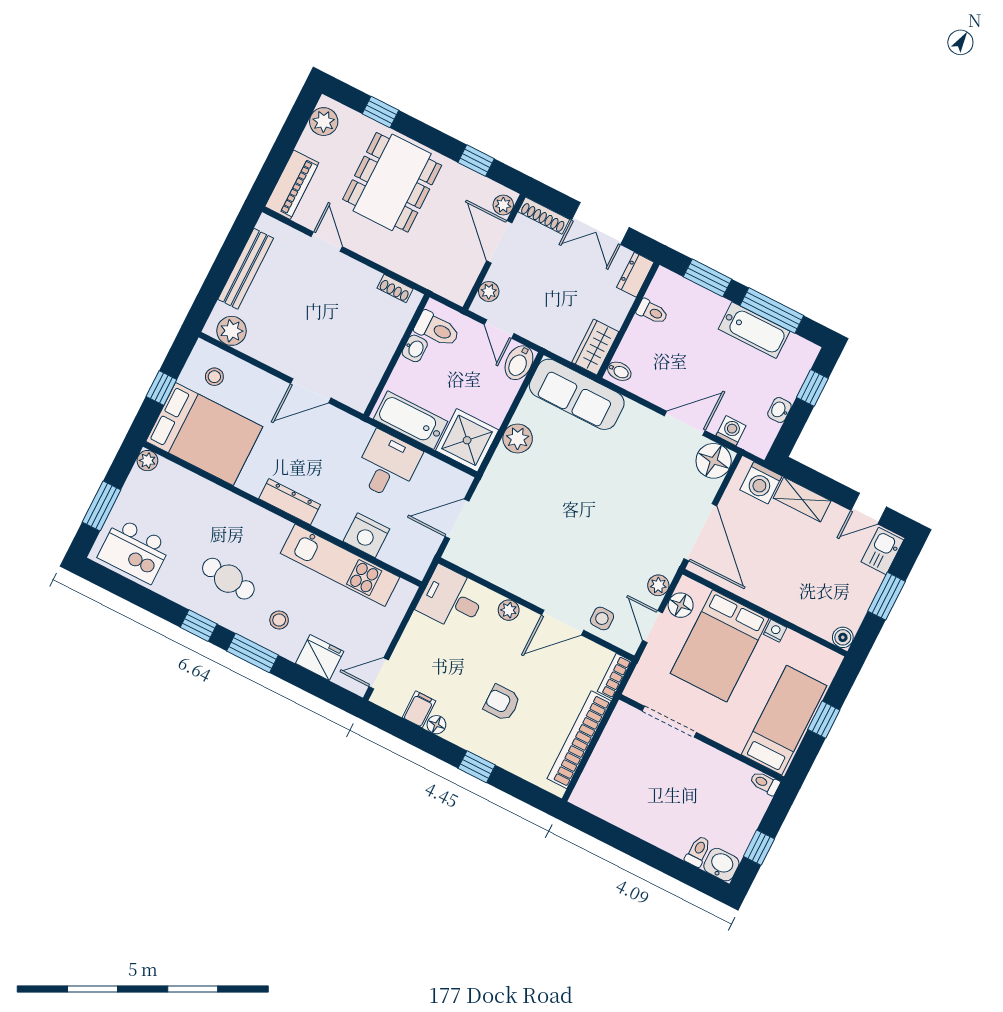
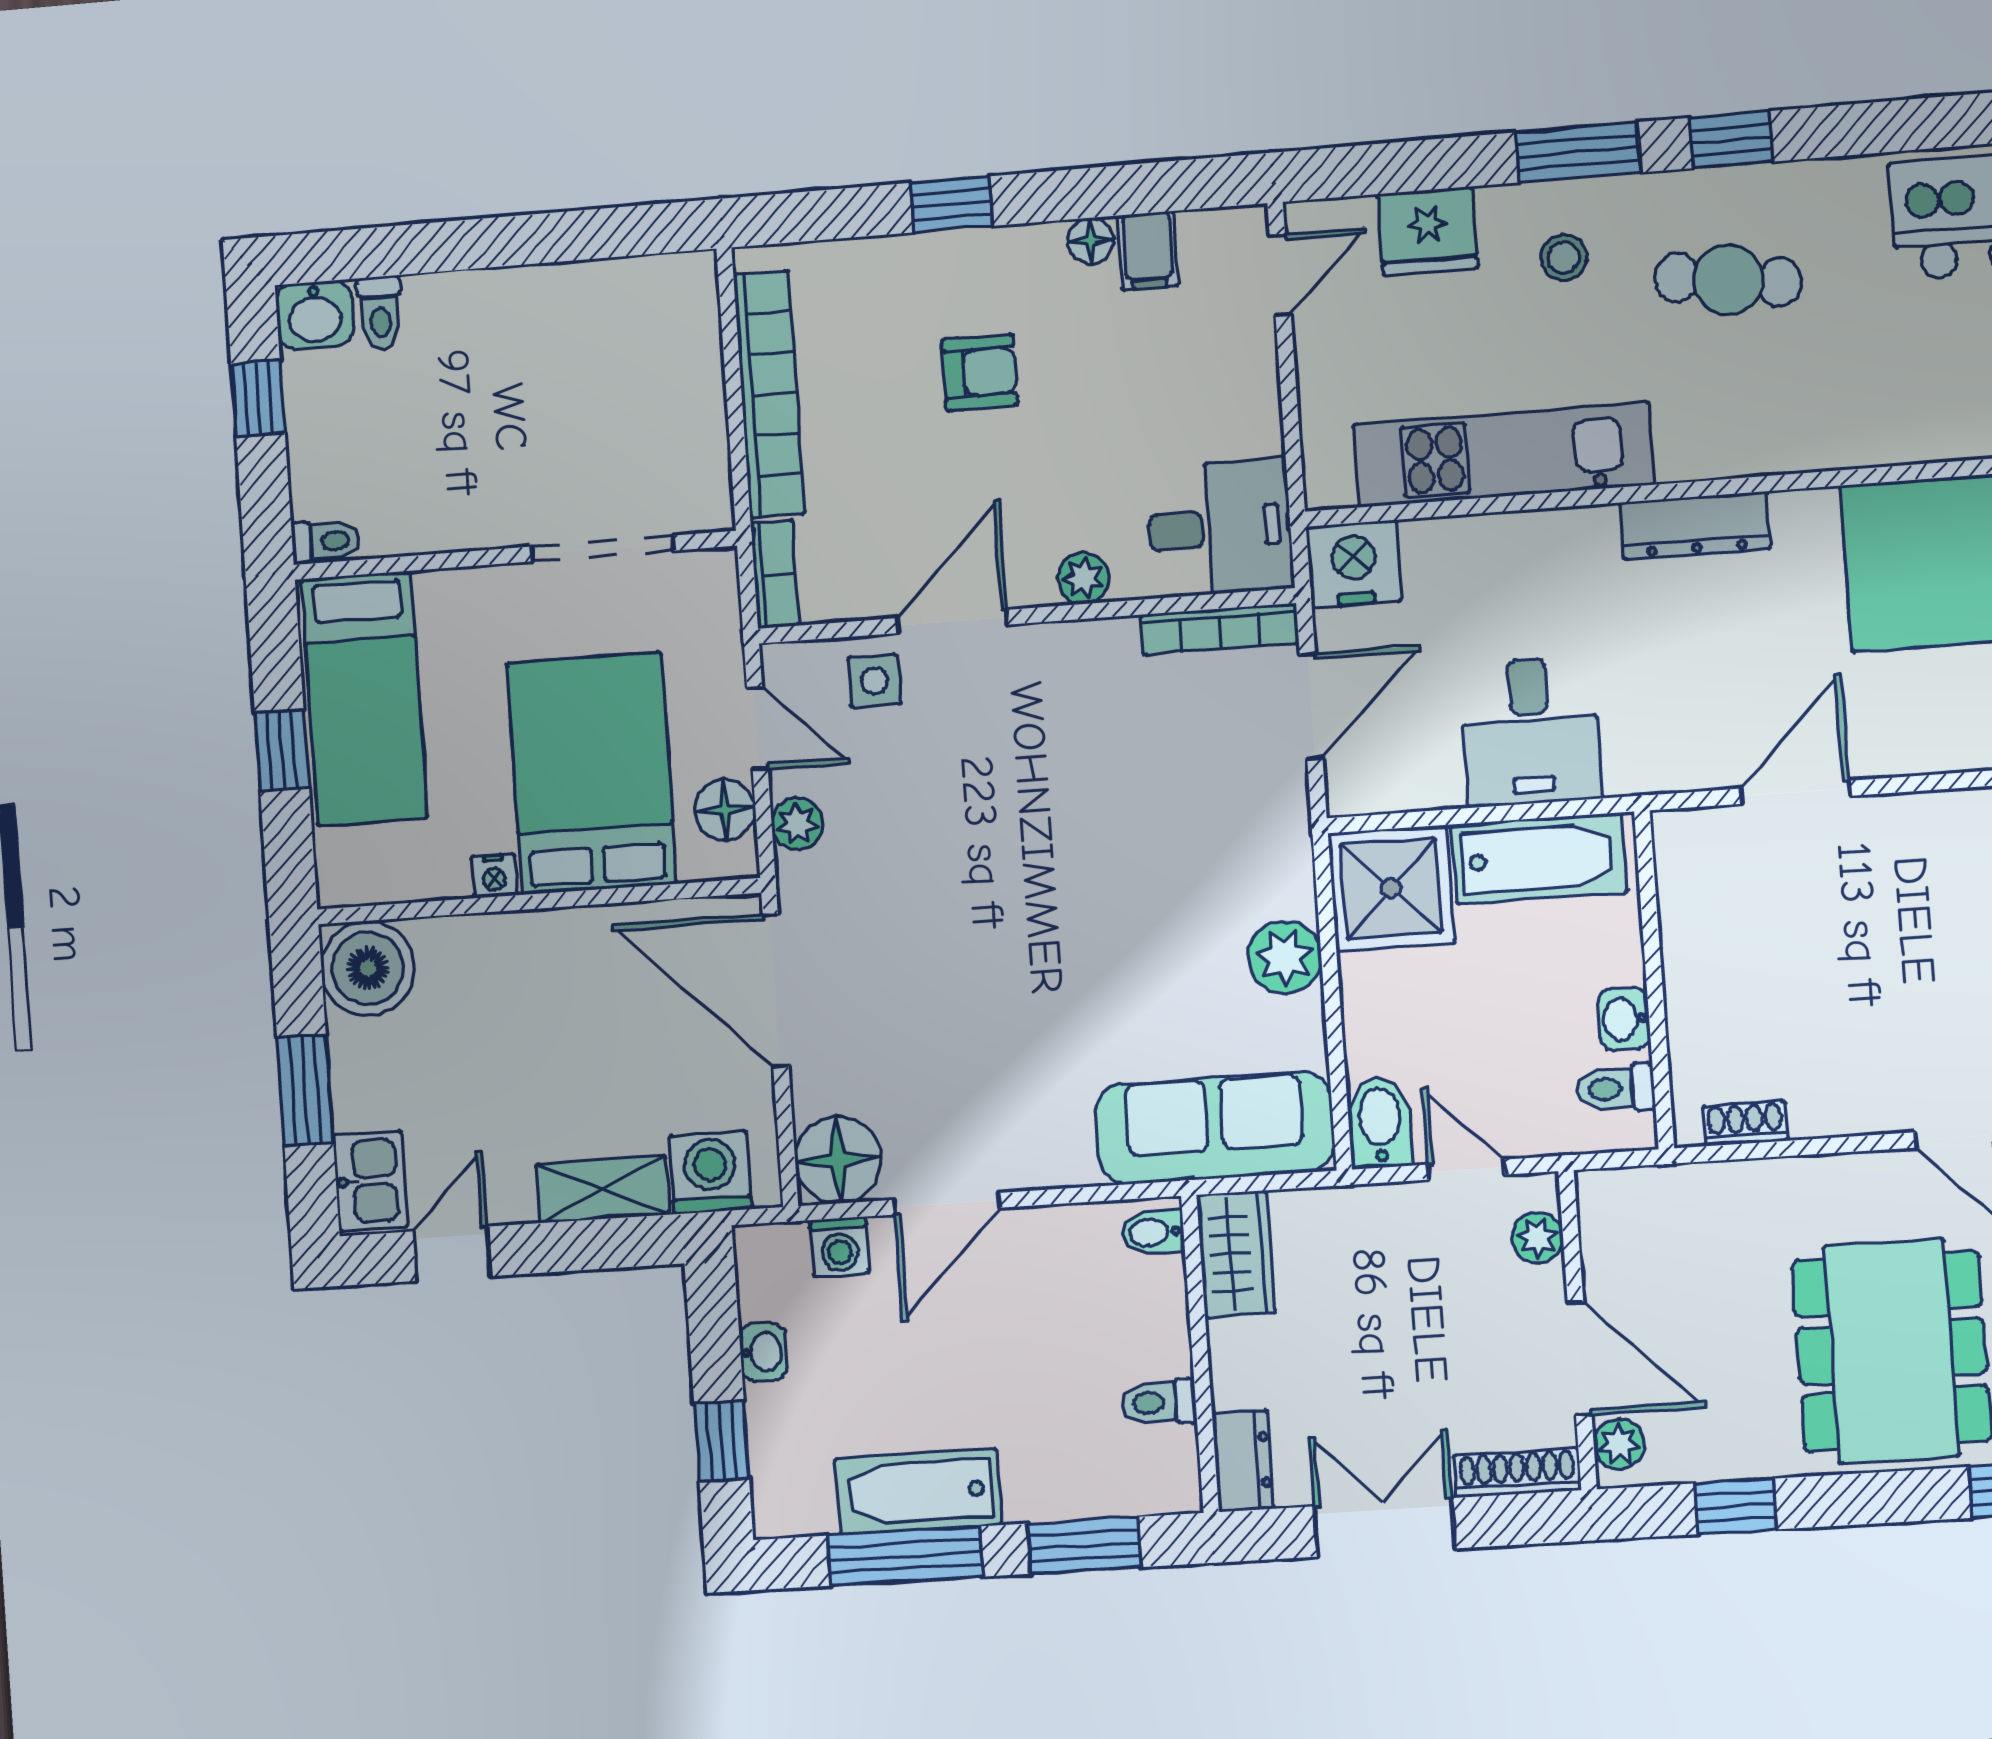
toilet: (437, 329) -> (1615, 1088), width x0.73, depth x0.72
nightstand: (366, 535) -> (1354, 564), moved
bookcase: (472, 564) -> (1219, 629), added
boiler: (843, 637) -> (368, 968), width x1.86, depth x1.86

